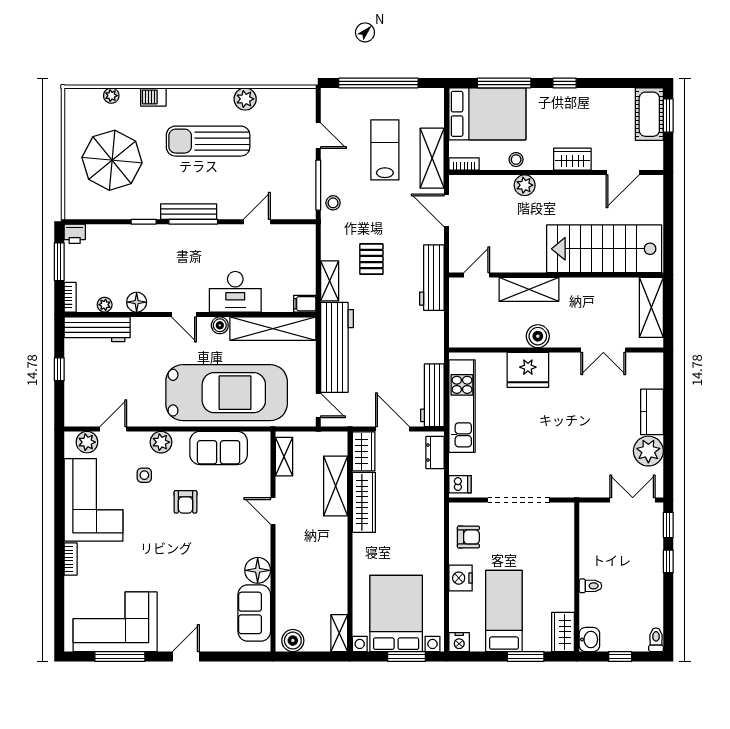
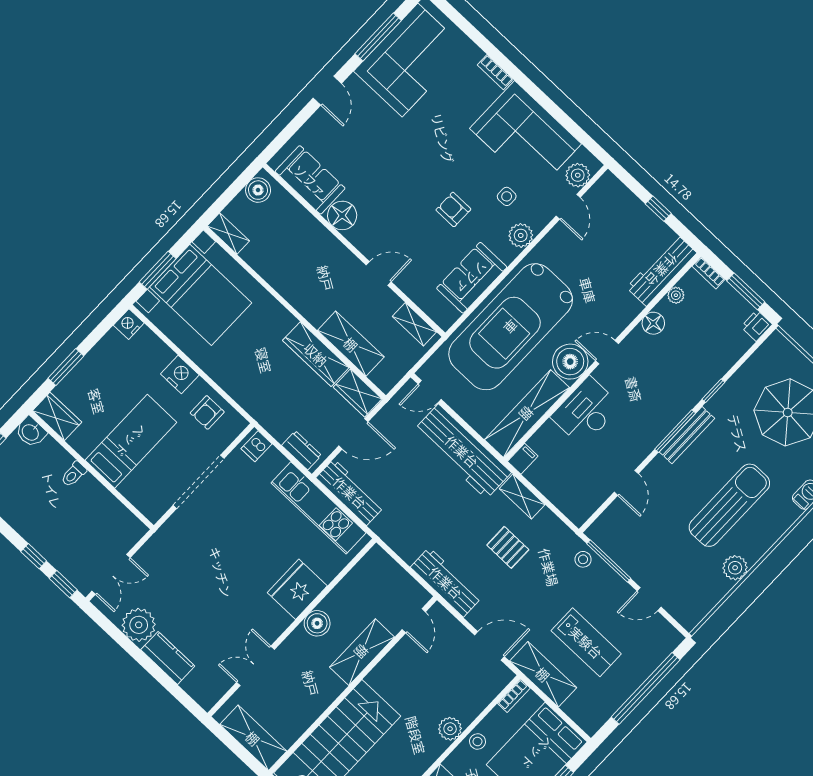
boiler: (220, 325) -> (570, 362), width x1.86, depth x1.86
bed: (504, 611) -> (131, 441), moved, turned -90

